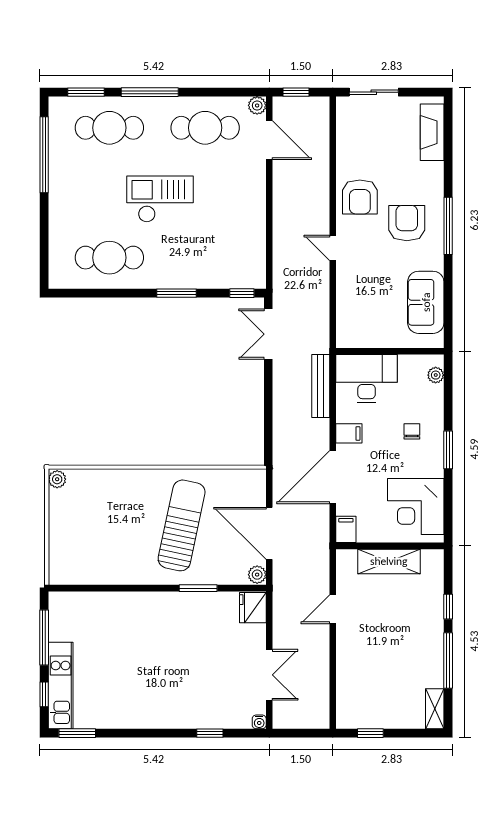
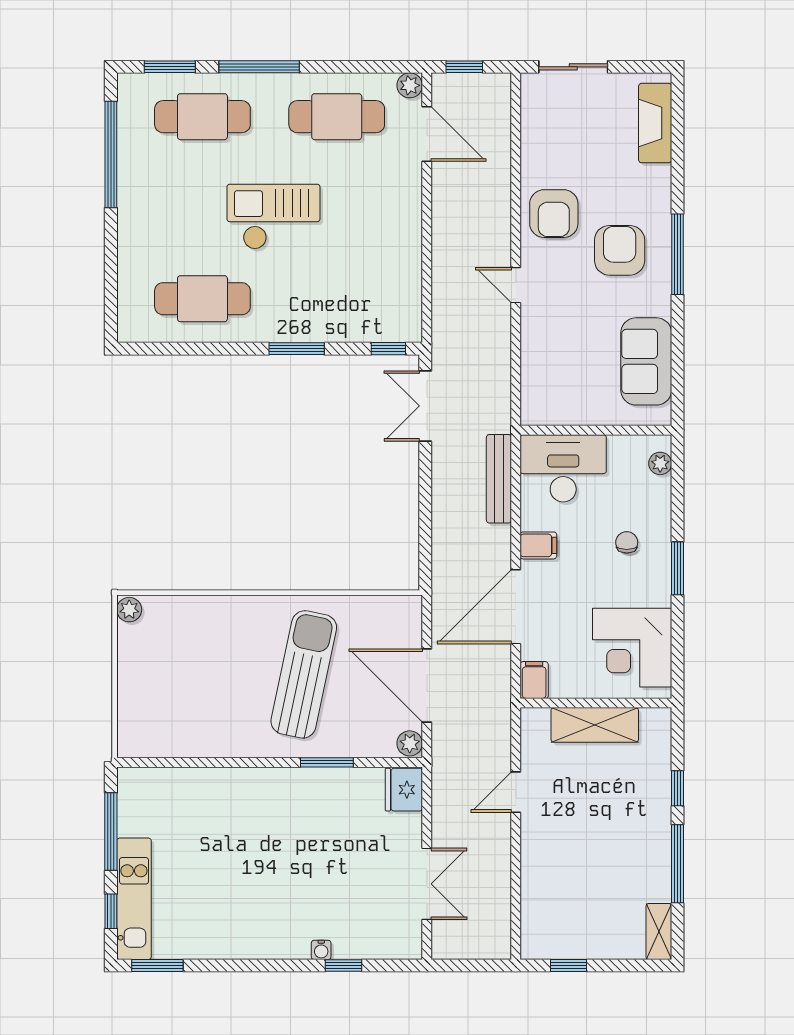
water cooler: (259, 722) -> (321, 950), moved

